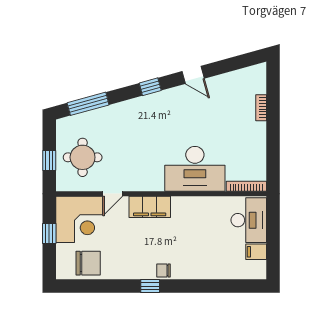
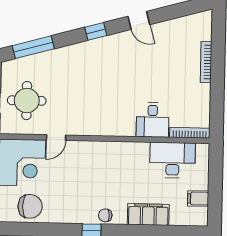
bookcase: (261, 108) -> (206, 62), width x1.56
desk: (195, 169) -> (153, 120), width x0.53, depth x0.77
filing cabinet: (150, 207) -> (148, 215), moved, turned 180
desk: (249, 220) -> (173, 160), moved, turned -90

